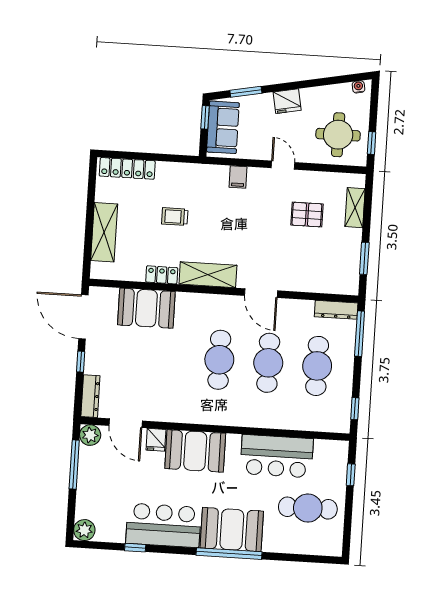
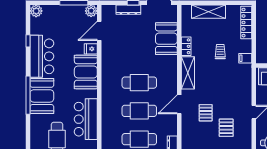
filing cabinet: (238, 177) -> (245, 58), moved
pallet: (279, 248) -> (206, 113), added
dresser: (90, 396) -> (128, 10), moved

